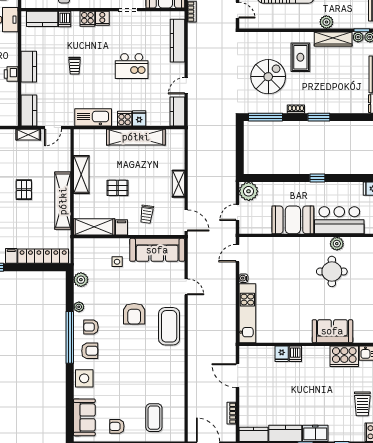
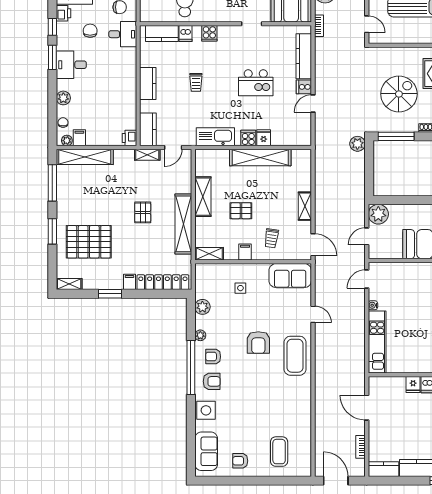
cooker: (102, 18) -> (304, 87), moved, turned 90
printer: (11, 74) -> (129, 138), moved
kitchen counter: (177, 112) -> (304, 131), removed
plant: (229, 124) -> (357, 144), added
shelving: (94, 227) -> (209, 254), width x0.67, depth x0.75
sofa: (157, 250) -> (290, 276), width x0.73

